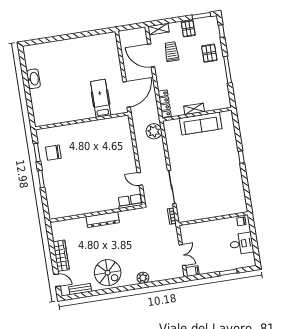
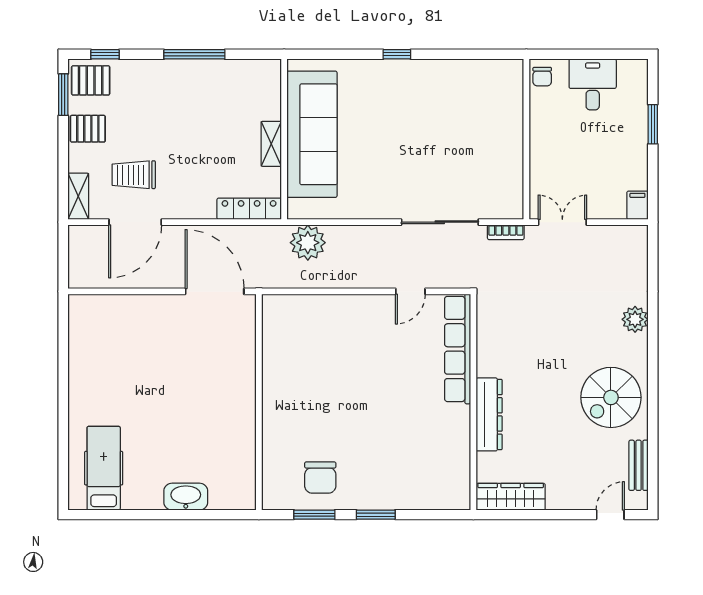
pallet: (209, 53) -> (91, 80), moved
washbasin: (33, 79) -> (186, 497), moved
hospital bed: (101, 98) -> (104, 468), moved, turned 90
sofa: (201, 124) -> (312, 134), width x1.36, depth x1.27
row of seats: (130, 201) -> (458, 349), width x2.02
dresser: (103, 220) -> (489, 414), moved
double door: (182, 255) -> (562, 222), moved
wardrobe: (61, 256) -> (511, 497), moved
spiral stairs: (108, 273) -> (611, 397), turned 180

